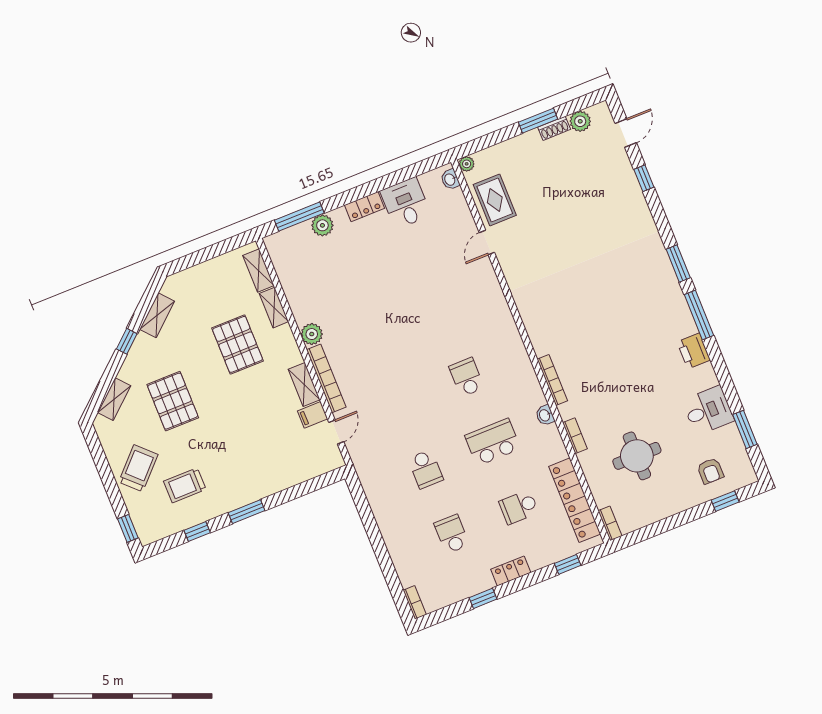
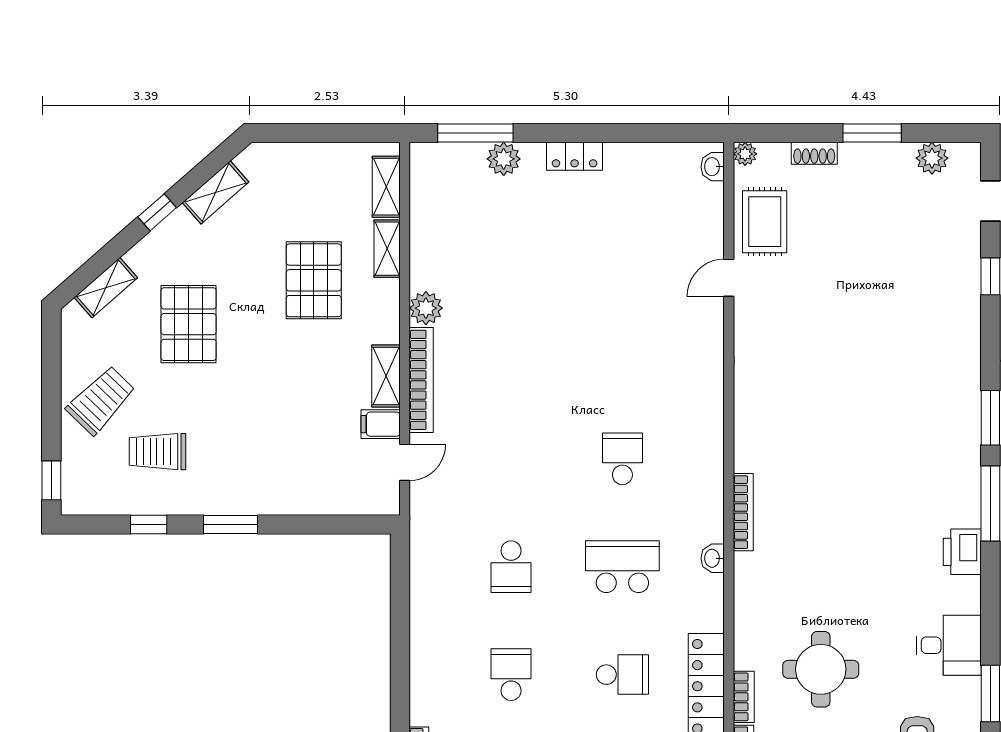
shoe rack: (554, 128) -> (814, 153), moved
desk: (406, 203) -> (635, 175), removed
bookcase: (575, 436) -> (744, 697), moved
school desk: (519, 507) -> (622, 675), turned 180

